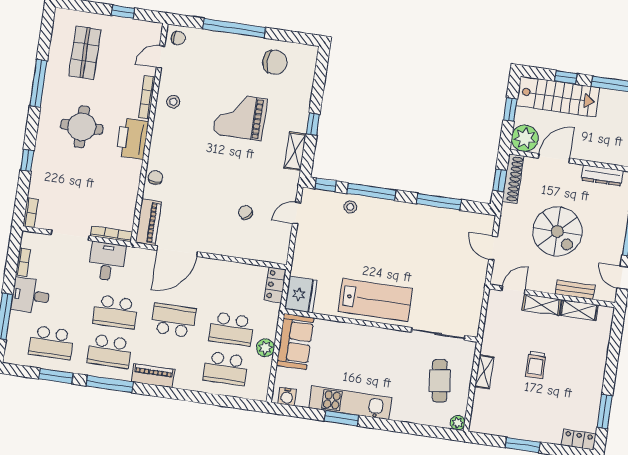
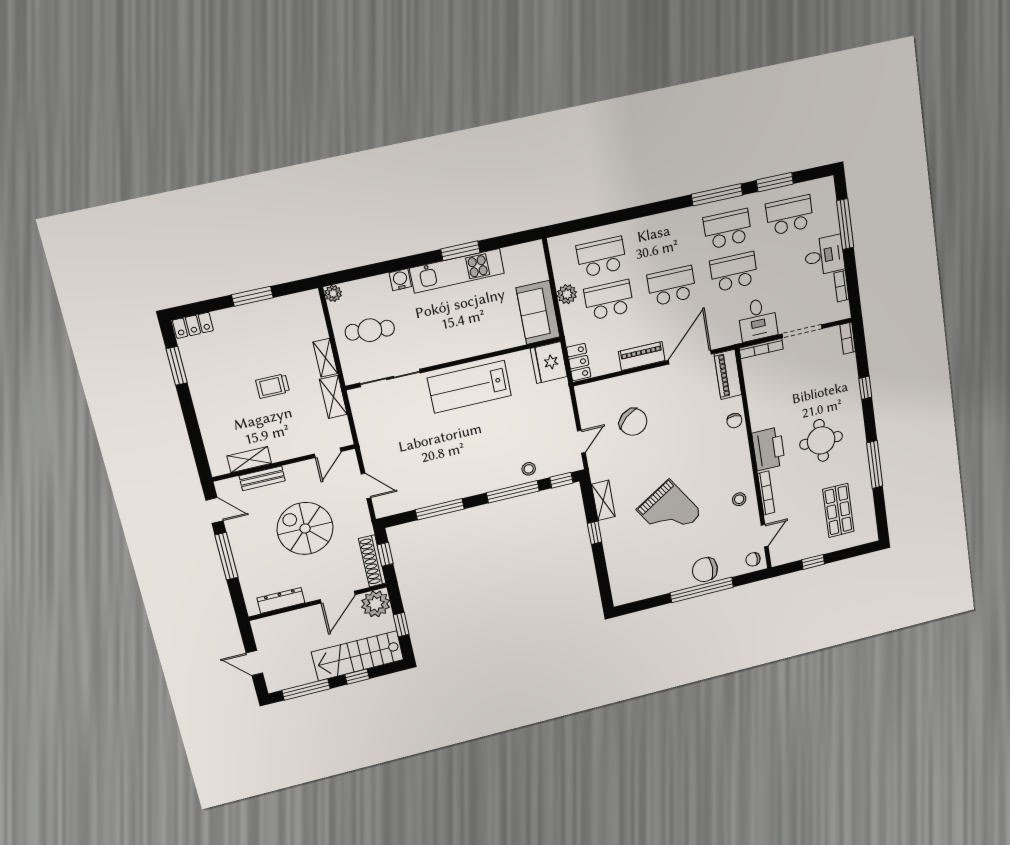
chair: (275, 62) -> (705, 570), moved
grand piano: (240, 117) -> (669, 511), turned 58
chair: (246, 212) -> (633, 422), width x1.87, depth x1.87
shelving: (542, 305) -> (333, 397), moved, turned 90
school desk: (173, 320) -> (672, 286), turned 180
trolley: (536, 365) -> (273, 386), turned -90
piano: (153, 376) -> (642, 356), moved, turned 180
cafe table: (440, 381) -> (370, 330), turned -76
water cooler: (287, 397) -> (400, 280), moved

